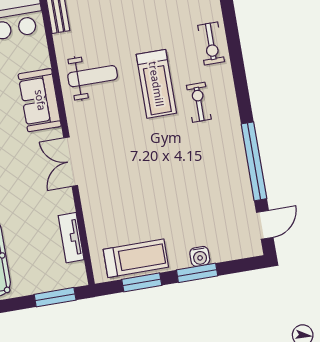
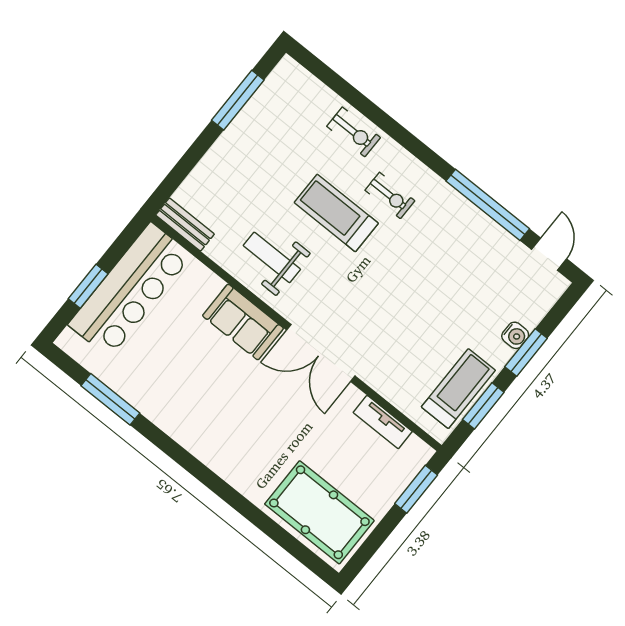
weight bench: (93, 76) -> (272, 257), turned -90
treadmill: (156, 84) -> (336, 213), turned 180
exercise bike: (199, 102) -> (390, 196), turned 180
double door: (71, 162) -> (321, 353), width x1.37

